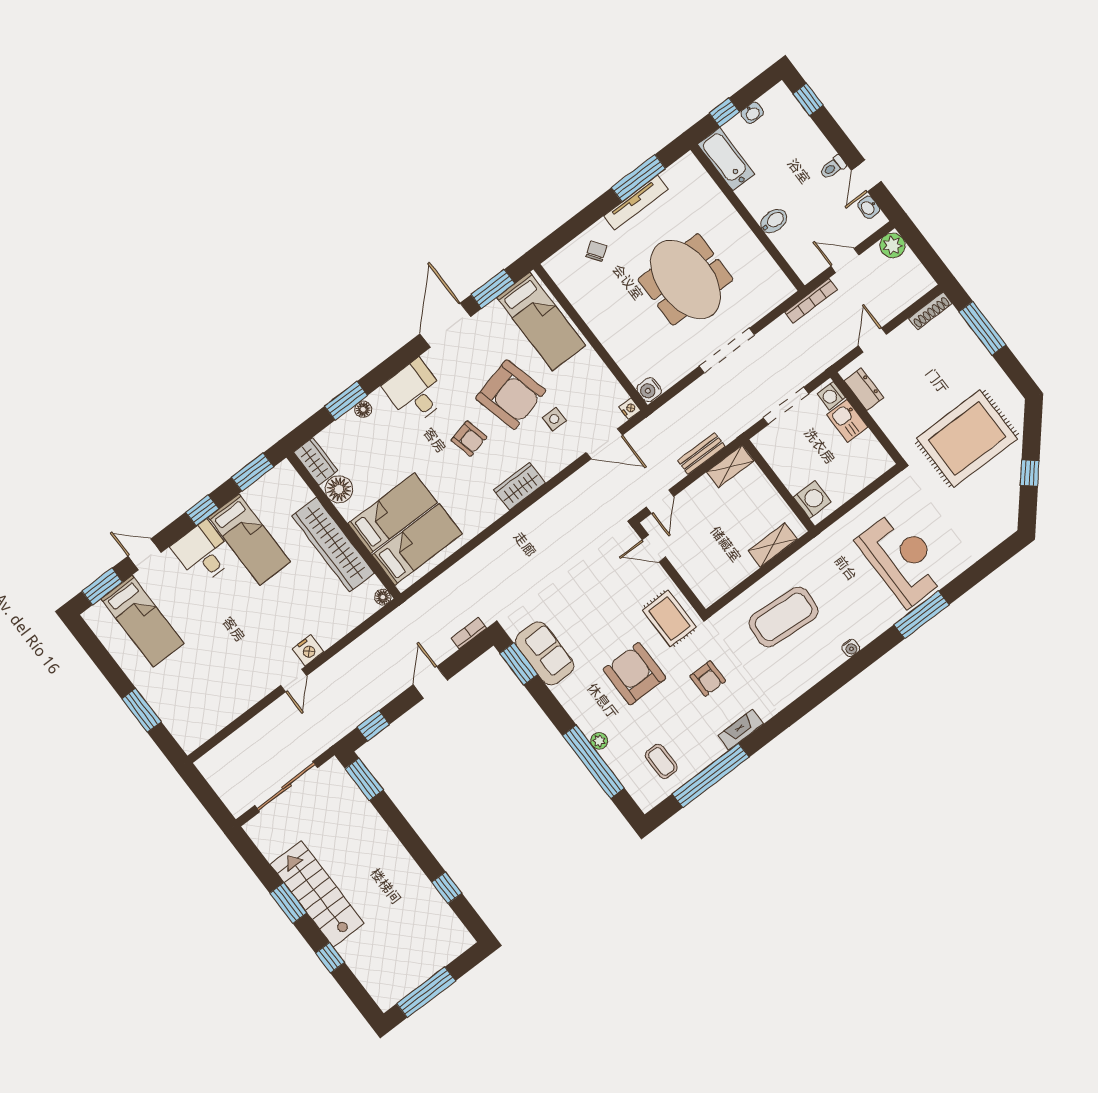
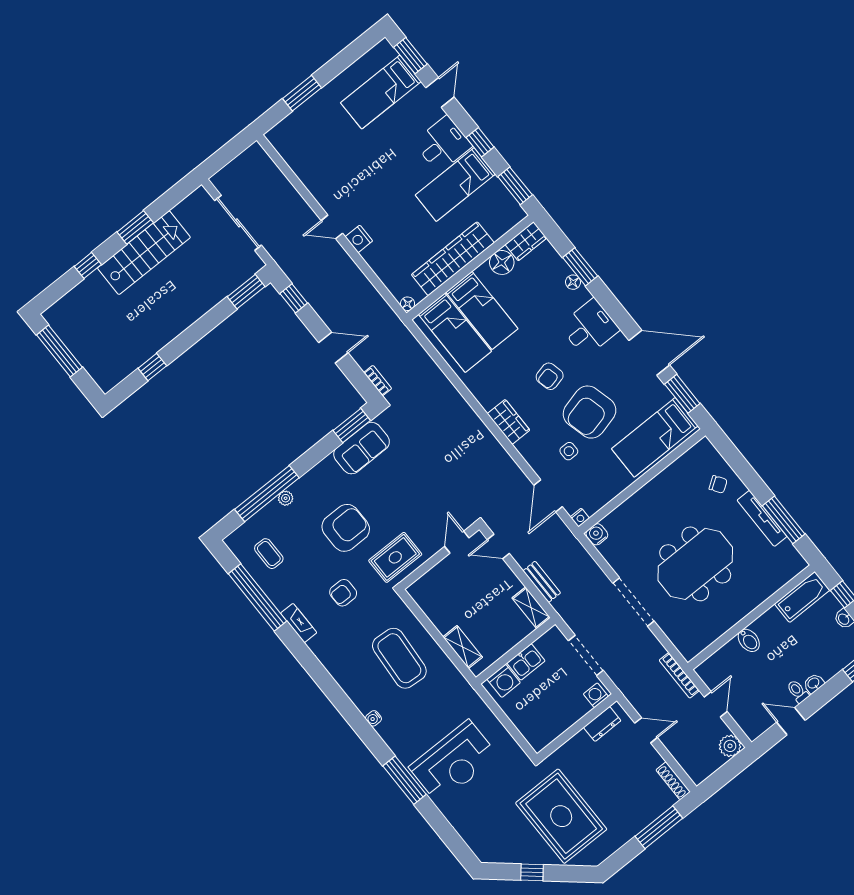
washbasin: (869, 207) -> (814, 683), moved
kitchen sink: (847, 421) -> (526, 662), moved, turned 180
coffee table: (661, 761) -> (269, 554), turned 90

